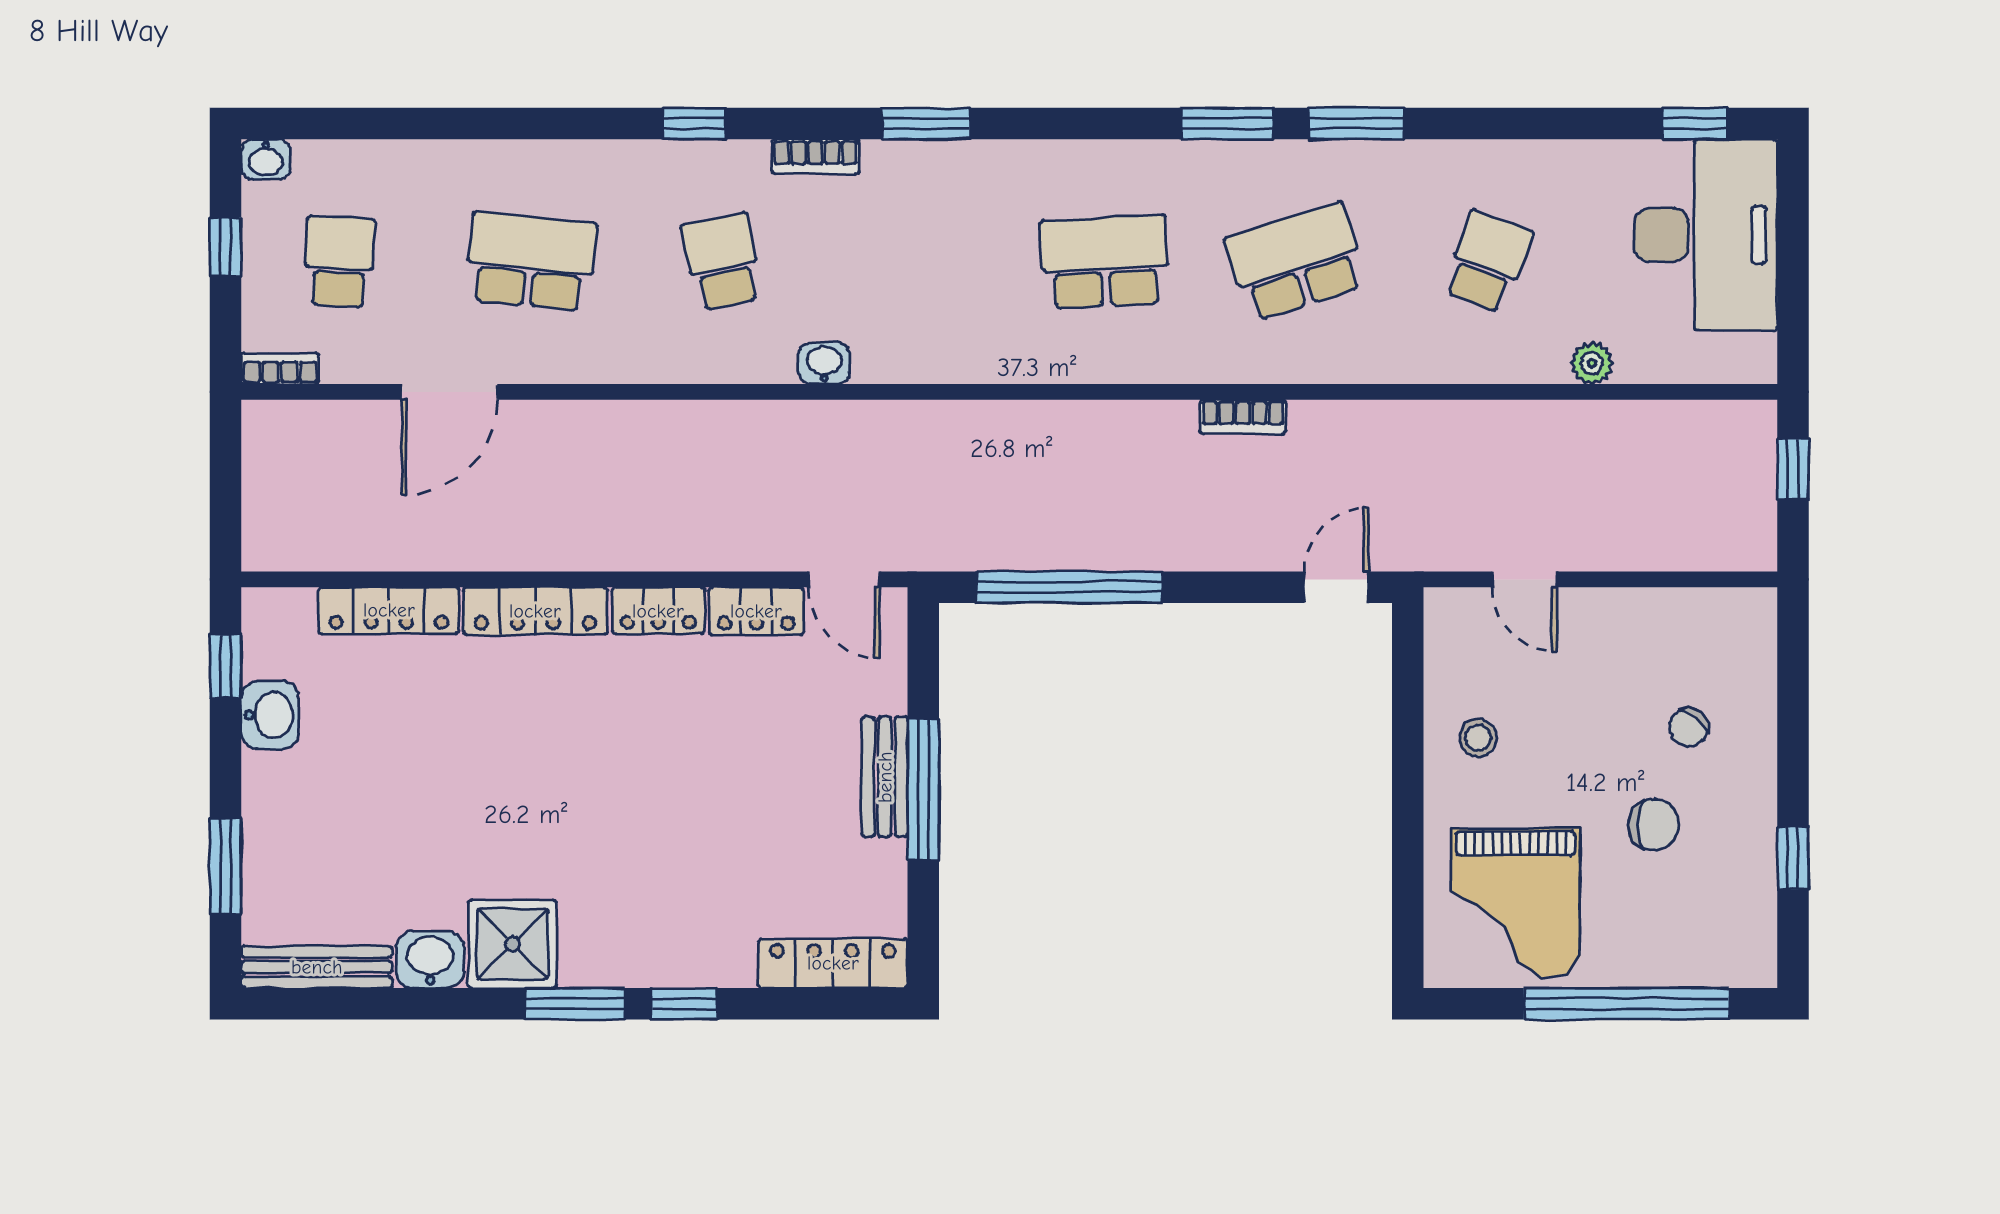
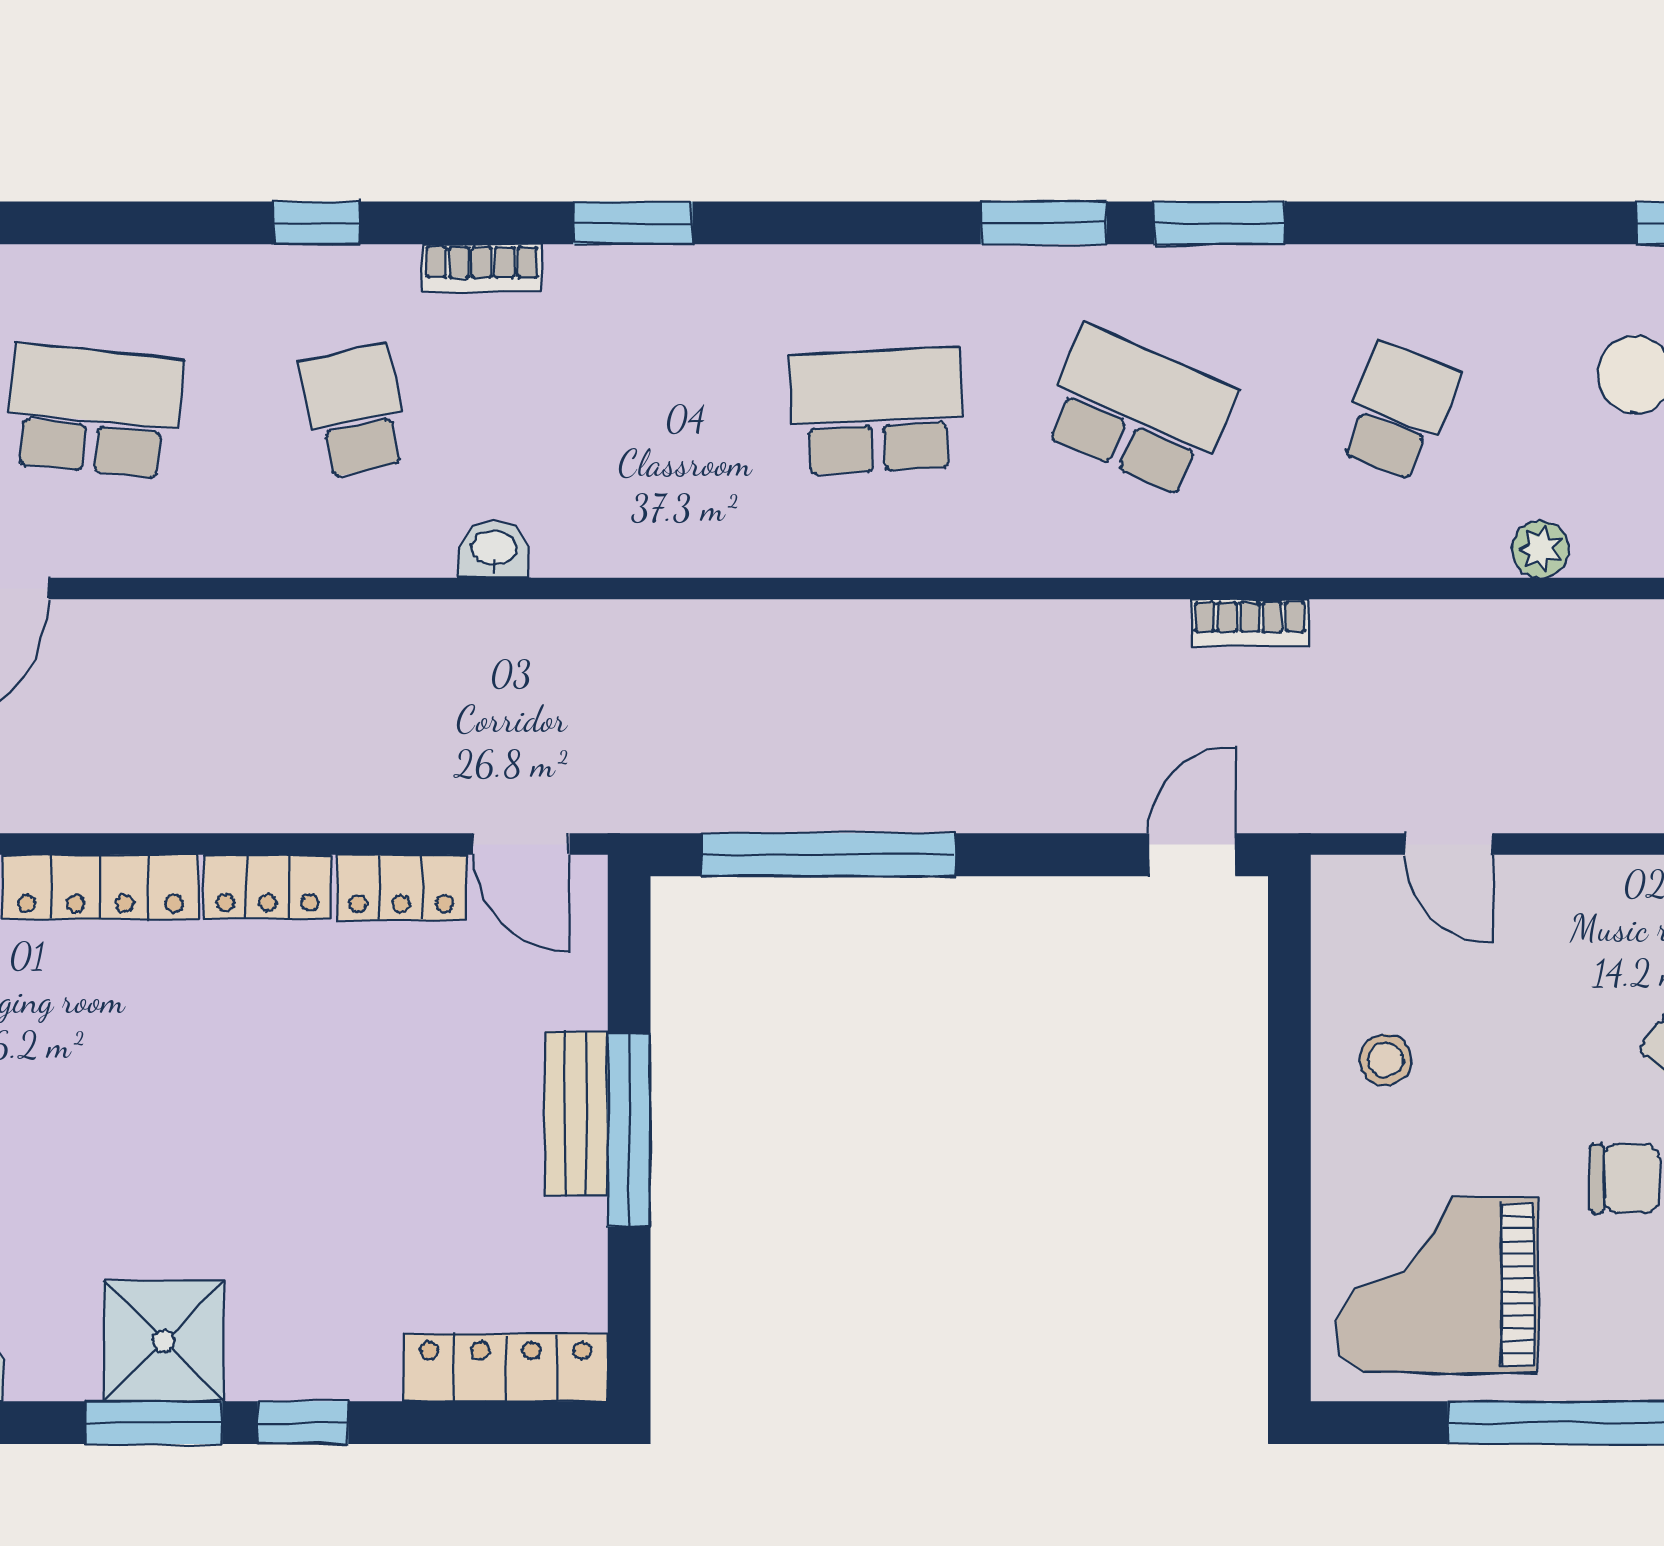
school desk: (1296, 262) -> (1137, 411), turned 42
bookcase: (1243, 417) -> (1250, 623), moved
grand piano: (1516, 903) -> (1436, 1285), turned 90
shower: (512, 944) -> (164, 1341), moved

